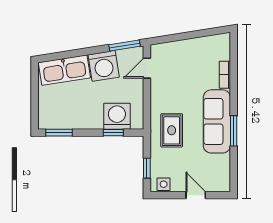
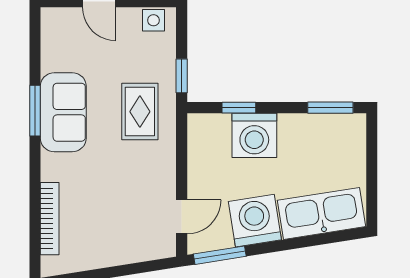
bookcase: (225, 75) -> (50, 219), width x1.56
washing machine: (117, 116) -> (254, 135), moved
sofa: (217, 121) -> (63, 112), width x0.73
window: (147, 168) -> (182, 76), moved

